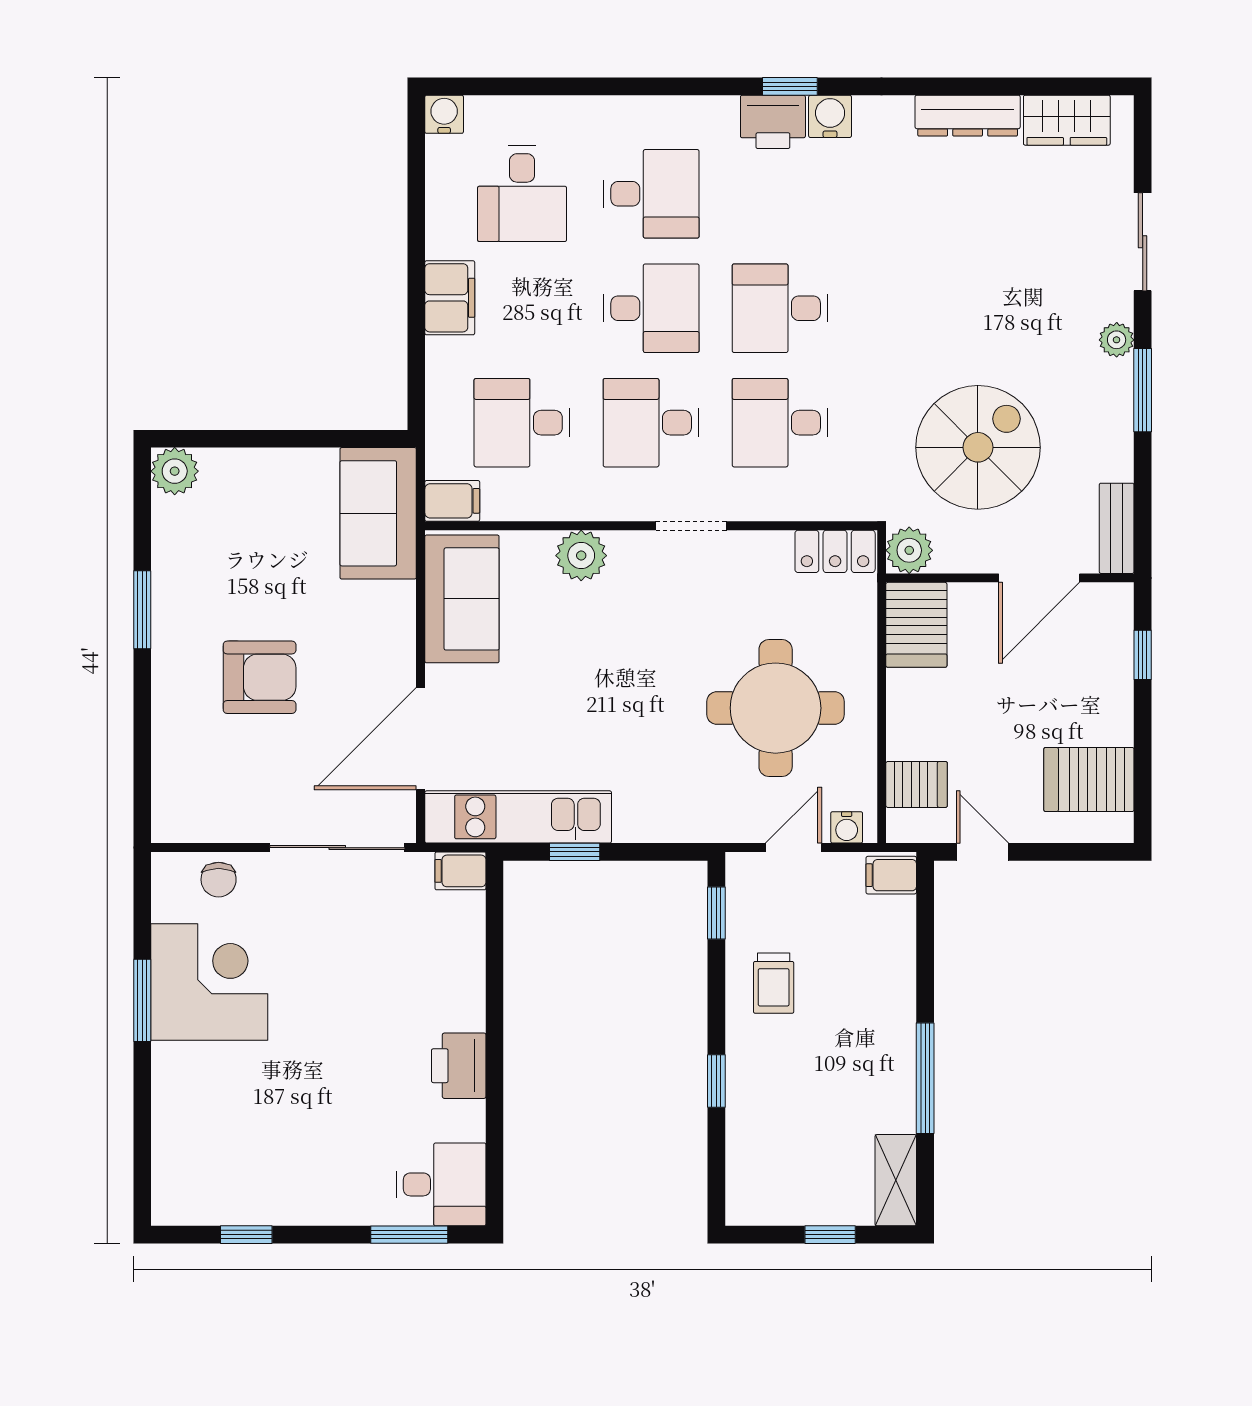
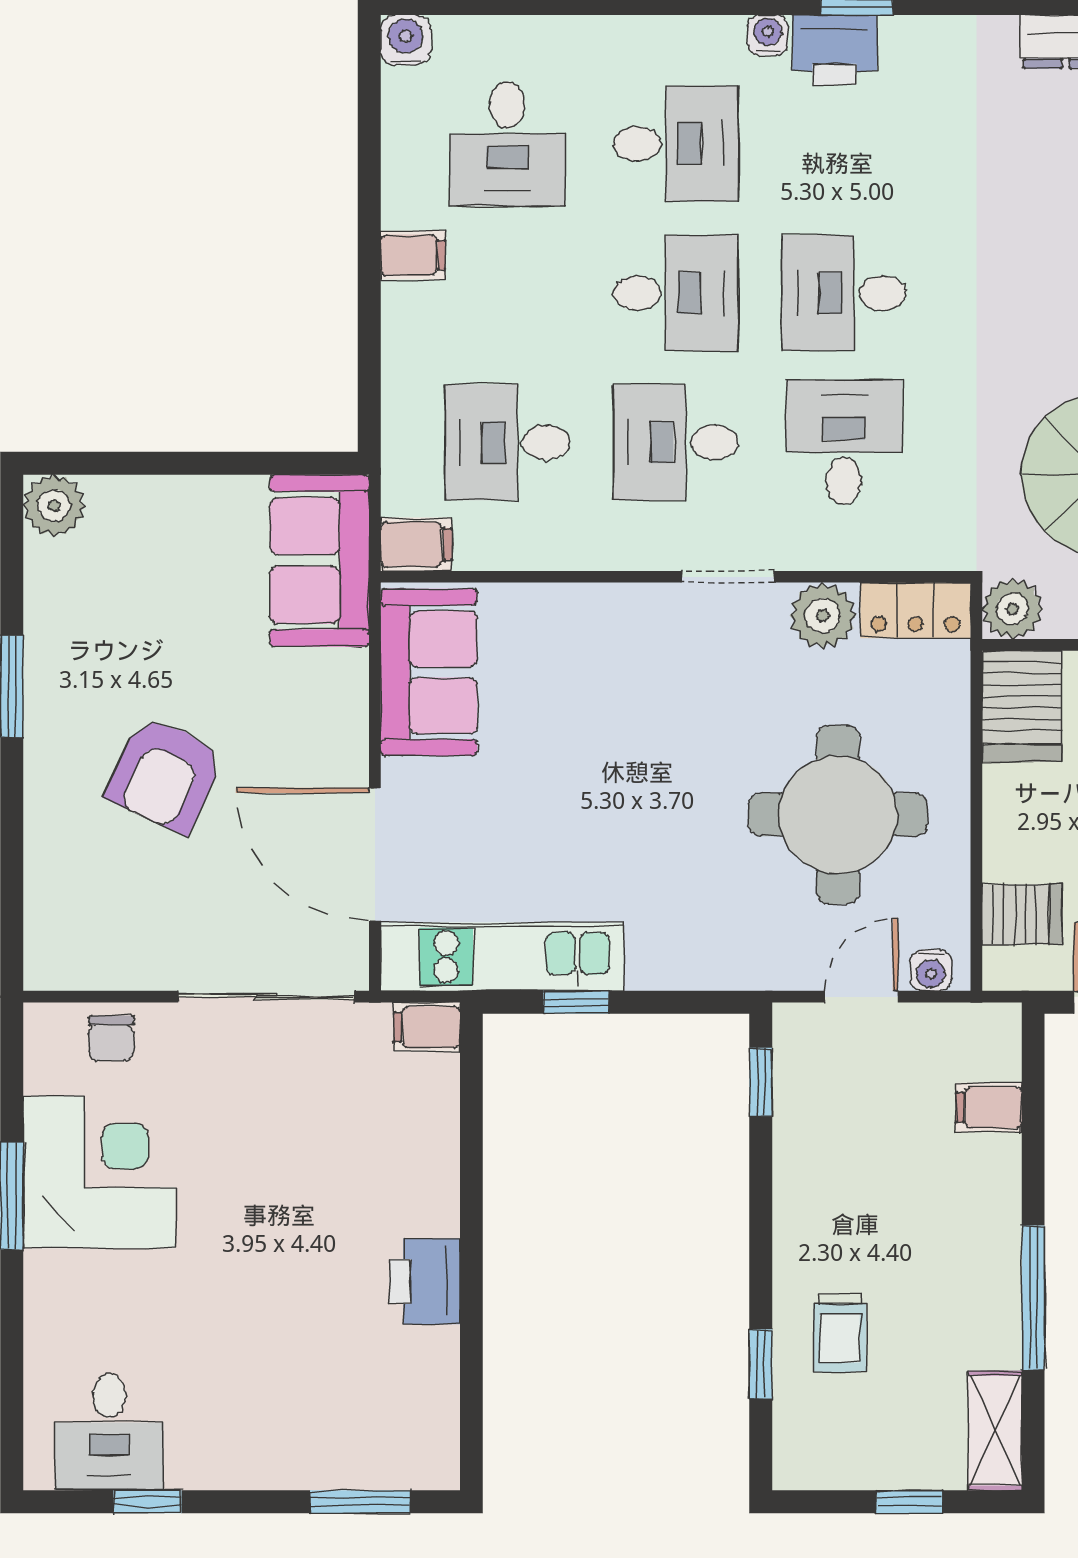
water cooler: (830, 116) -> (768, 35), moved, width x0.72, depth x0.72
filing cabinet: (450, 298) -> (413, 255), width x0.50
desk: (780, 423) -> (844, 442), turned 90
plant: (581, 556) -> (823, 616), moved
armchair: (260, 677) -> (165, 774), turned 115
door: (421, 739) -> (375, 855), hinge flipped
filing cabinet: (891, 875) -> (989, 1108), moved
trolley: (774, 983) -> (840, 1332), moved
window: (716, 1081) -> (761, 1364), moved
desk: (441, 1184) -> (109, 1432), moved, turned 90

